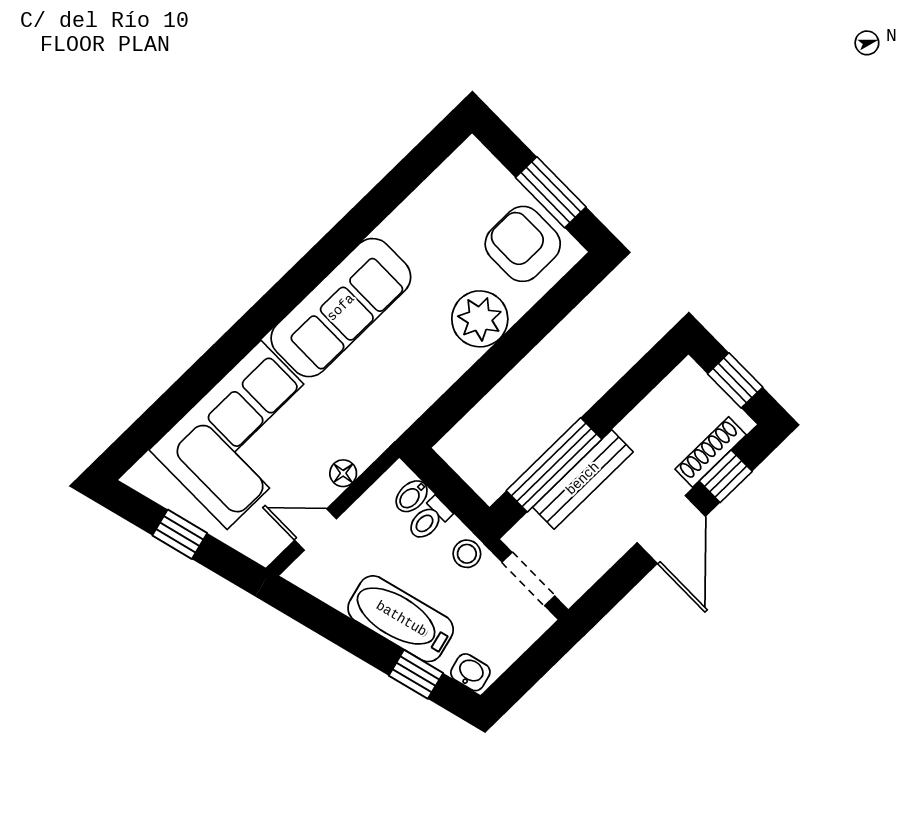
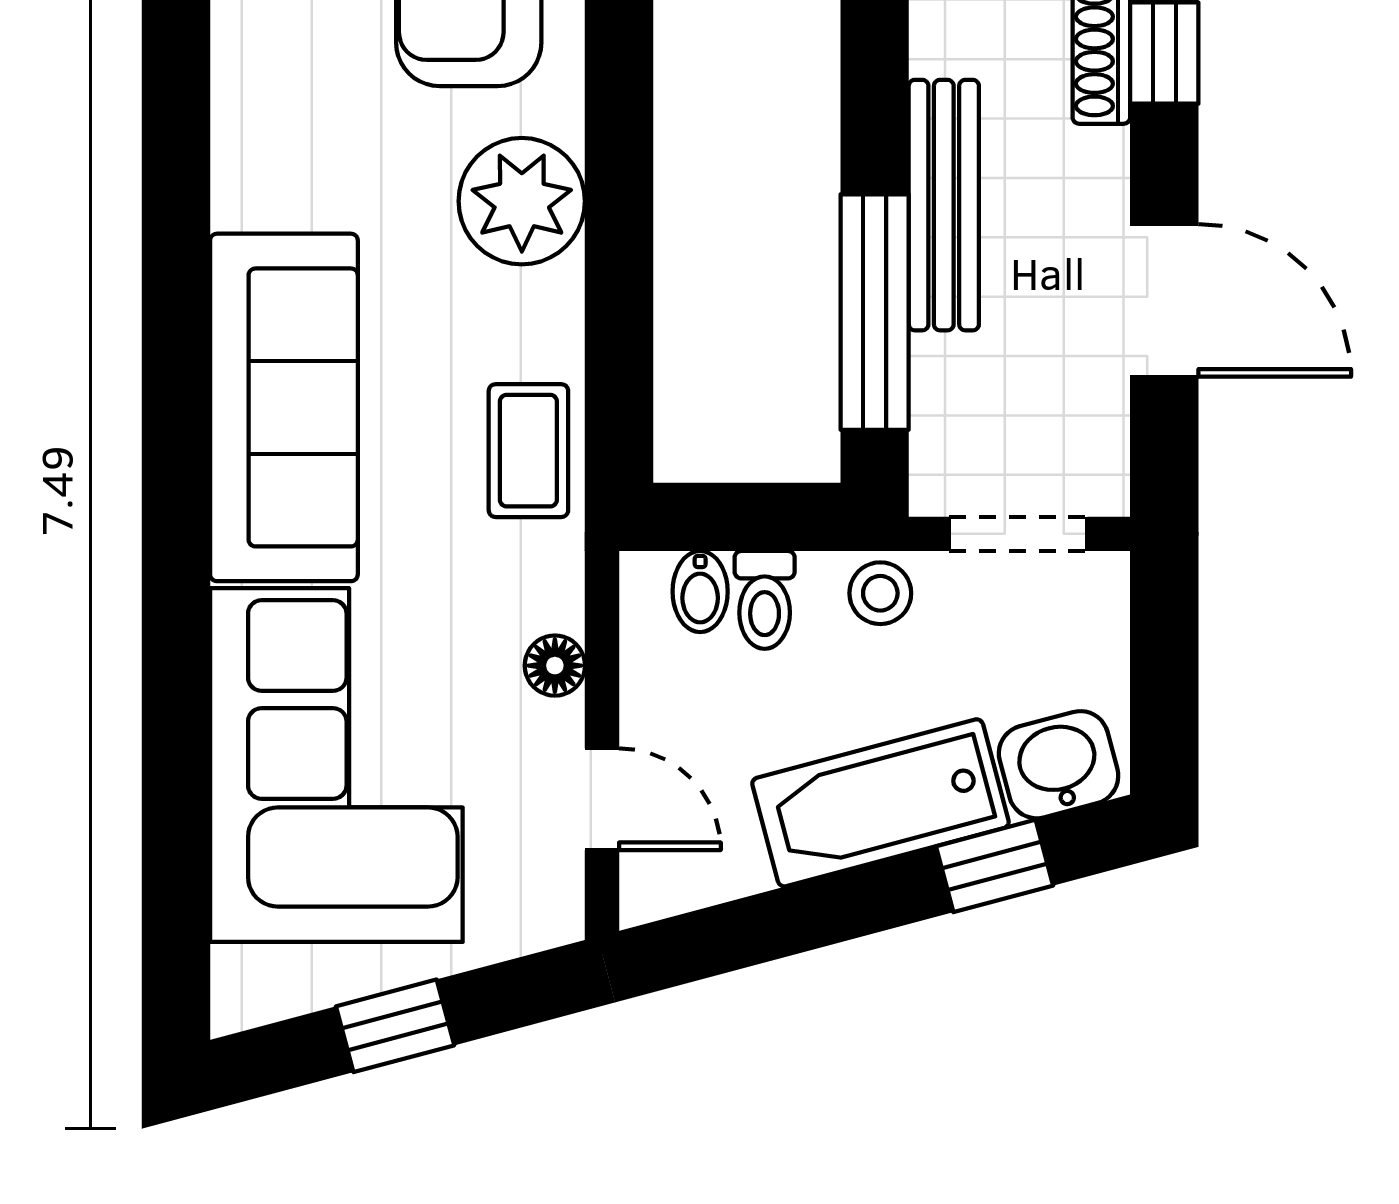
coffee table: (403, 398) -> (528, 451), added
bench: (583, 479) -> (944, 205), moved
door: (315, 530) -> (602, 799), swing flipped
door: (671, 530) -> (1164, 300), moved
washbasin: (470, 672) -> (1059, 765), width x1.38, depth x1.45

